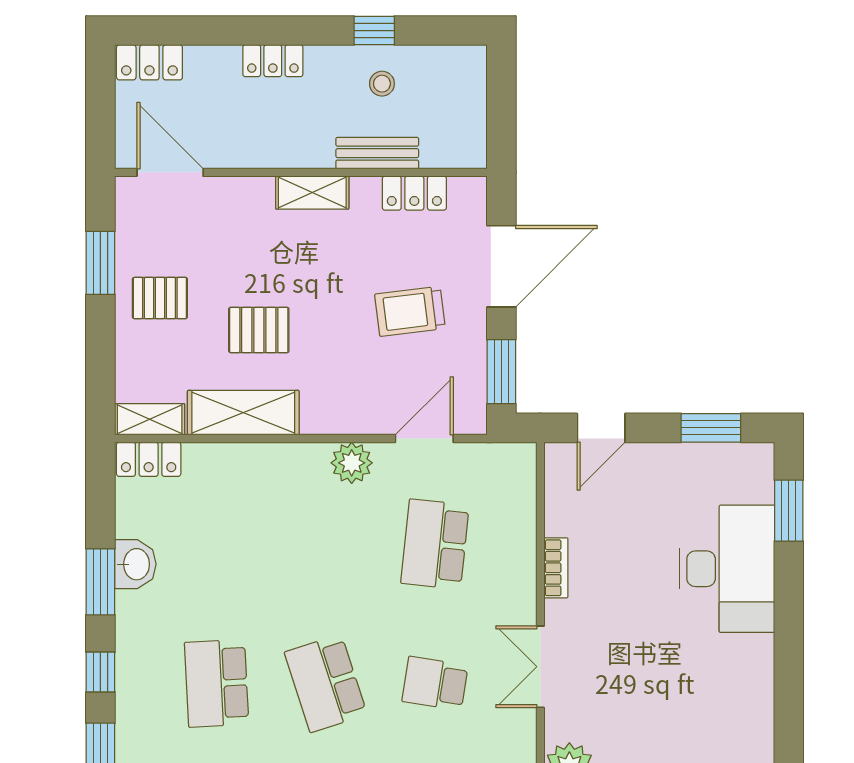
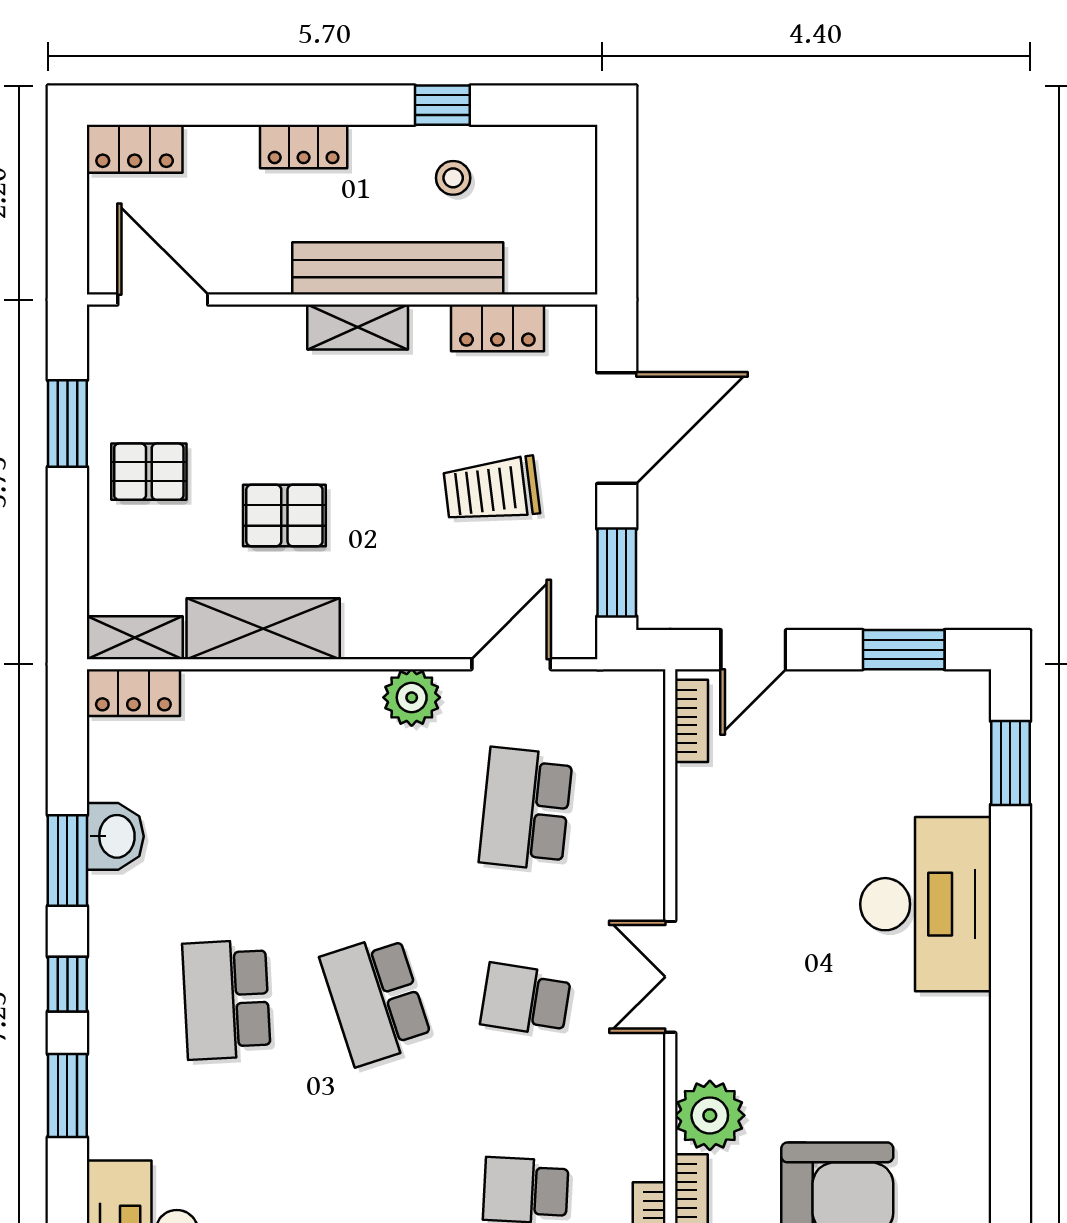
bench: (377, 153) -> (398, 268), width x1.86, depth x1.21
bookcase: (556, 568) -> (692, 721), moved
desk: (727, 569) -> (926, 904), moved

